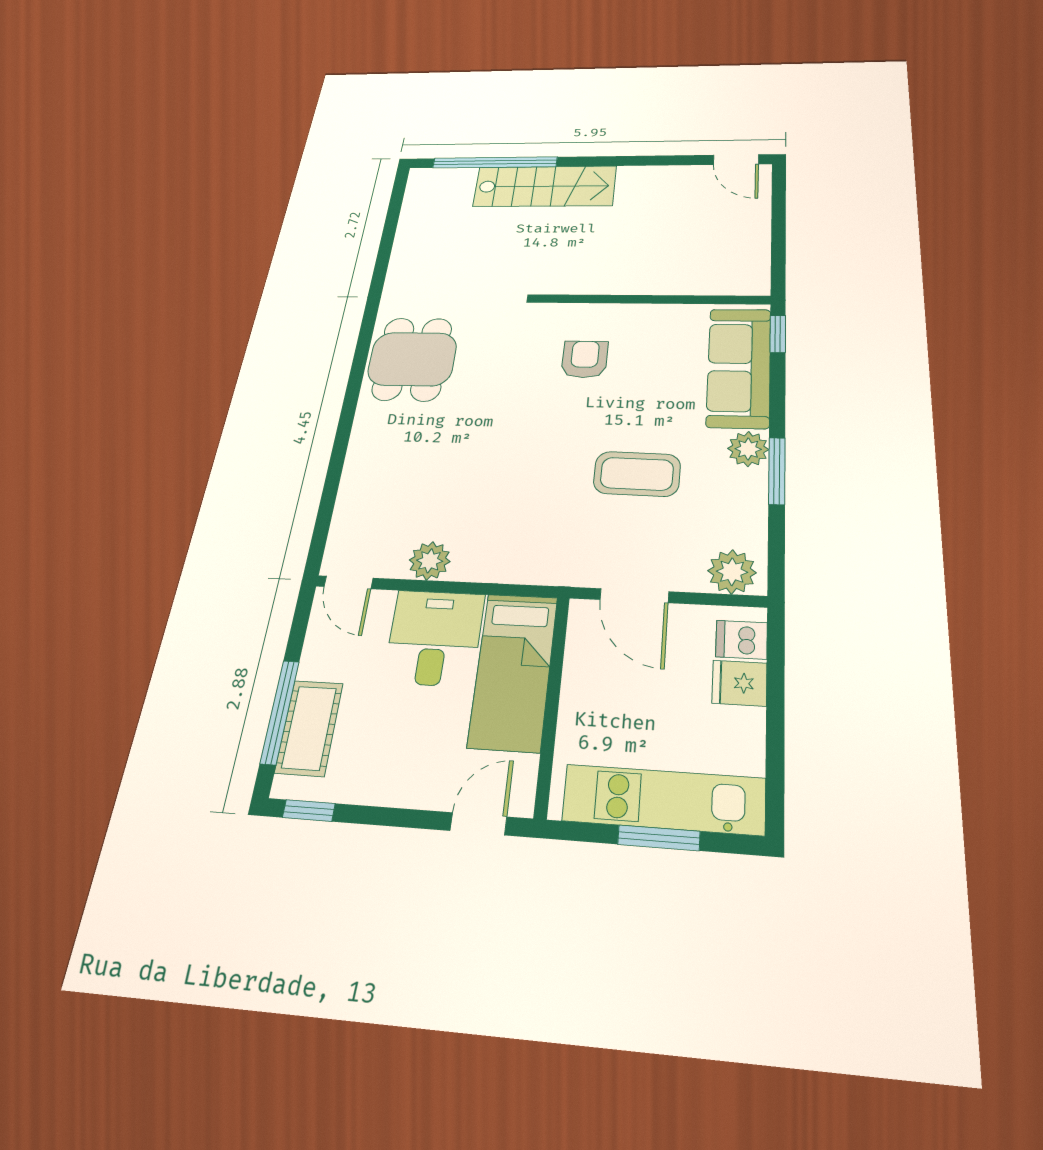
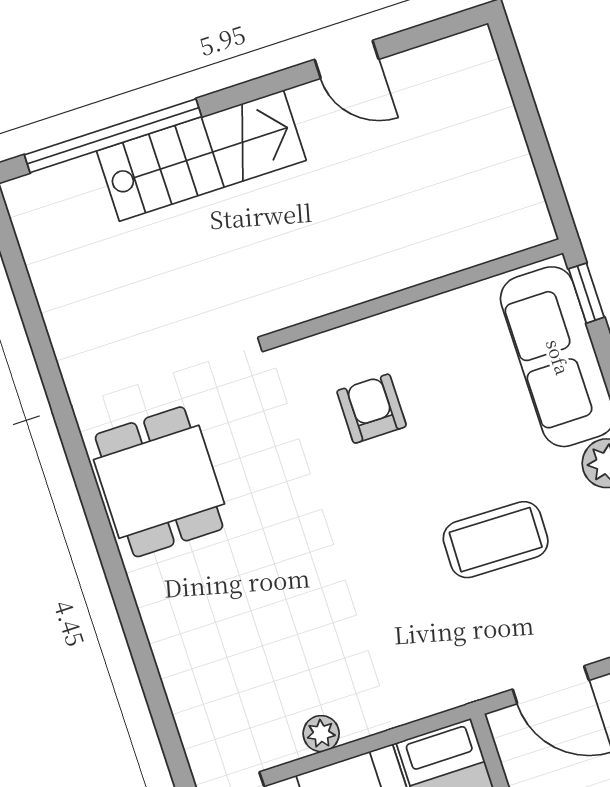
door: (736, 160) -> (347, 59), moved
plant: (430, 561) -> (321, 734), width x0.73, depth x0.73

